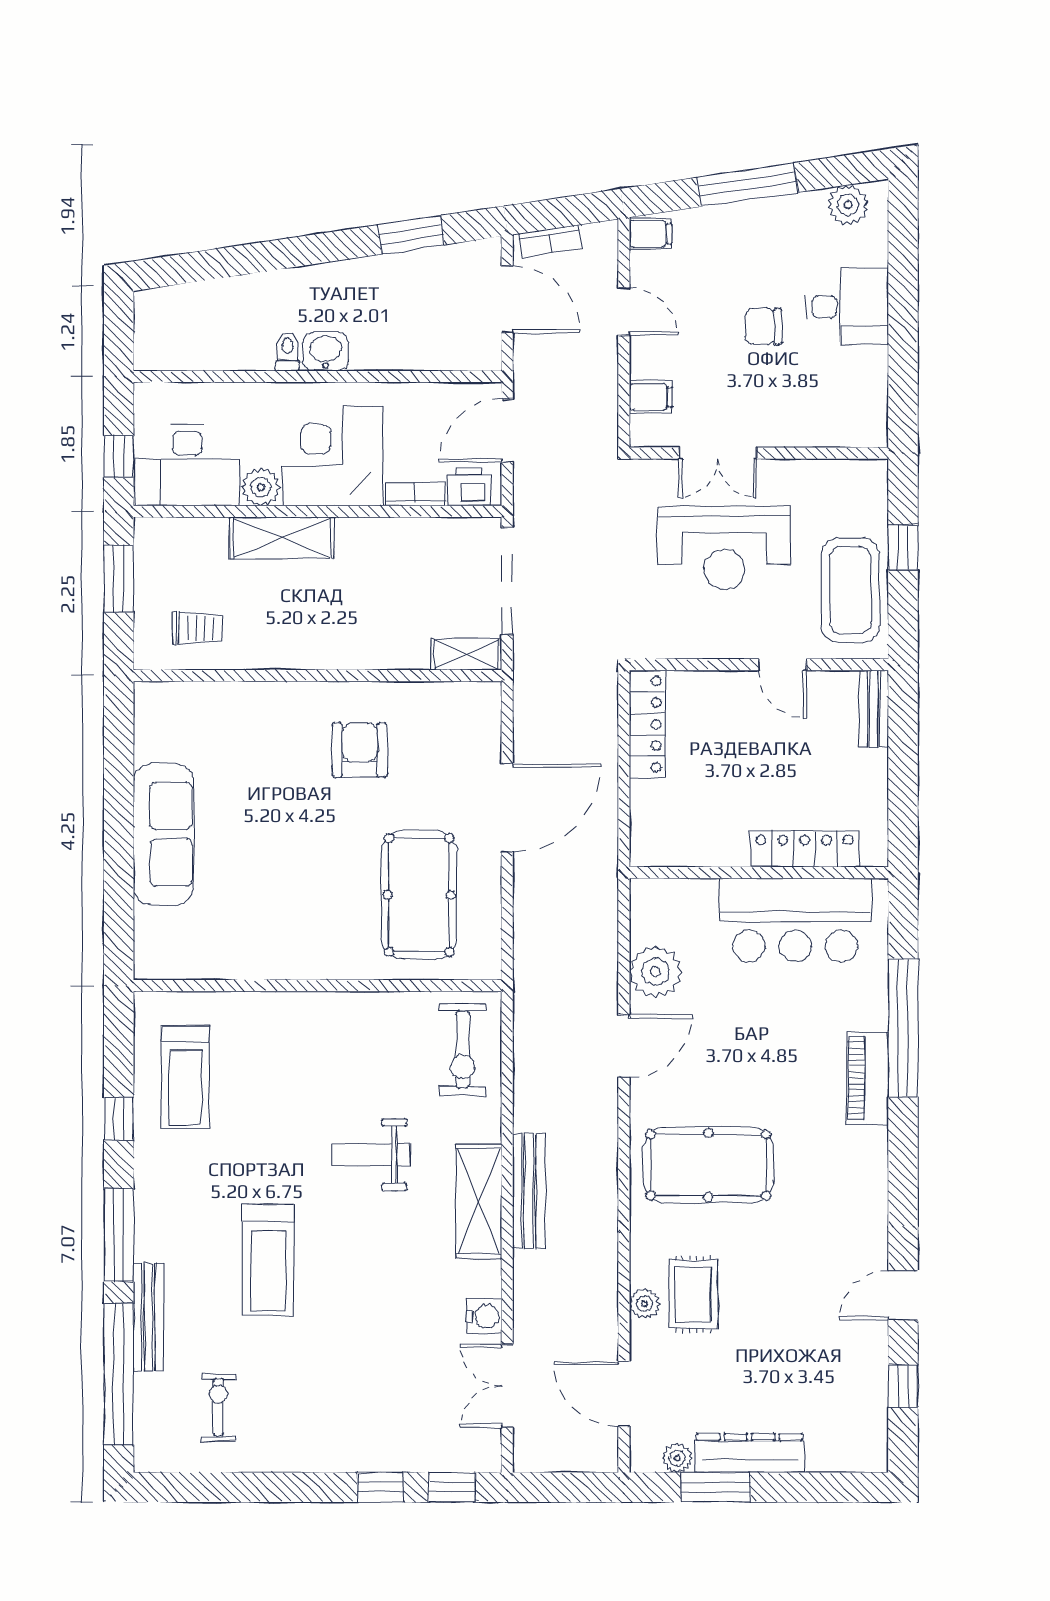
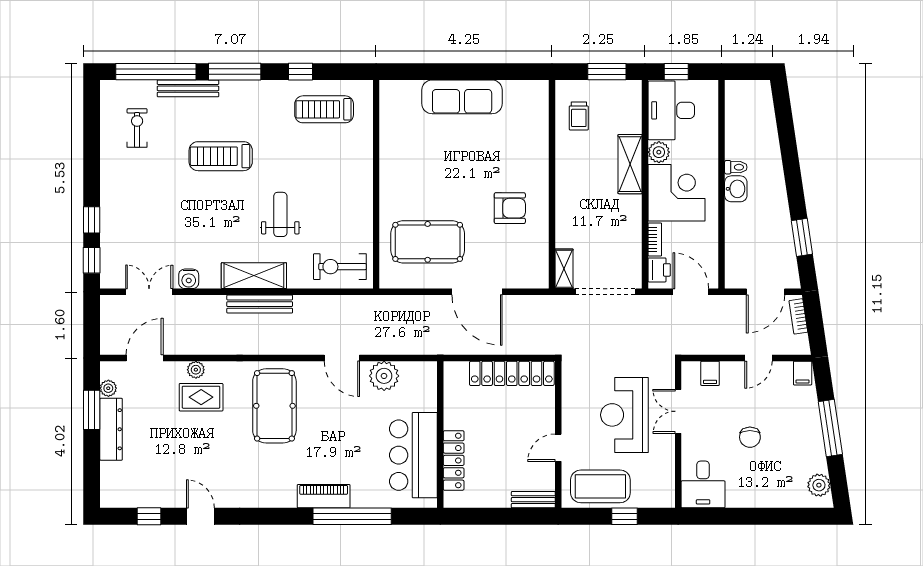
desk: (847, 306) -> (703, 484), moved
chair: (763, 326) -> (750, 437), turned 180
locker: (647, 724) -> (512, 373), width x1.41, depth x1.21
exercise bike: (218, 1407) -> (137, 128), turned -90

